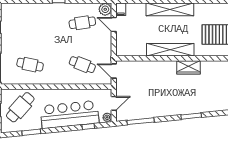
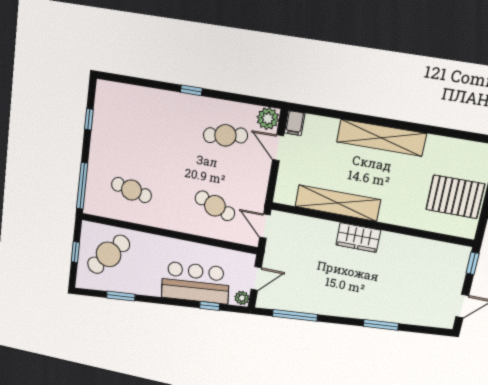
shelving: (170, 50) -> (338, 203), moved
wardrobe: (189, 67) -> (358, 237), moved
bar counter: (70, 115) -> (195, 283), width x0.73

